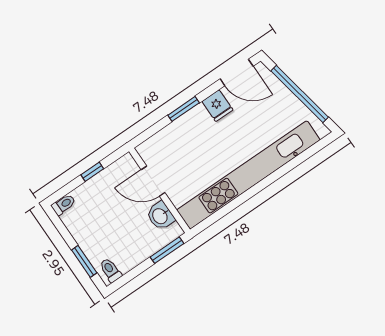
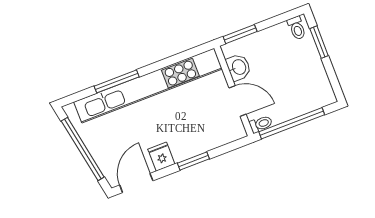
door: (237, 73) -> (136, 183), hinge flipped
window: (282, 171) -> (117, 81), added
window: (92, 172) -> (292, 123), width x3.17
toilet: (64, 205) -> (261, 124), moved, turned 180

